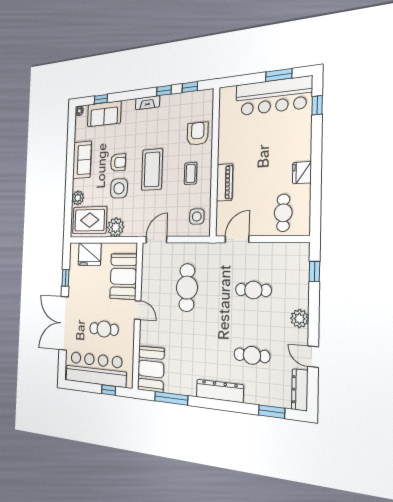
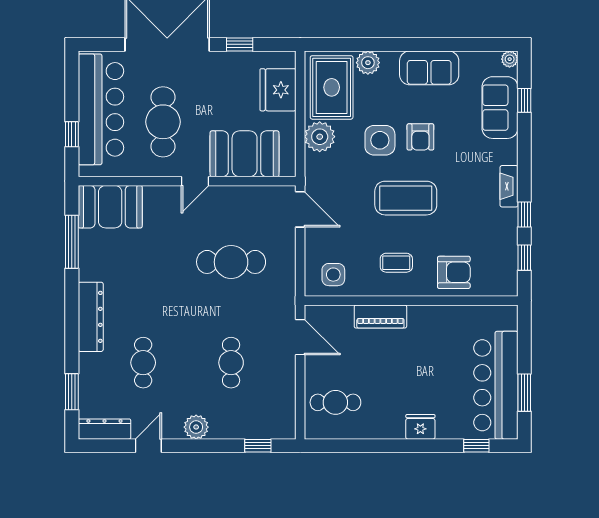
fridge: (302, 173) -> (420, 427), moved
cafe table: (104, 329) -> (163, 122), width x1.37, depth x1.35

